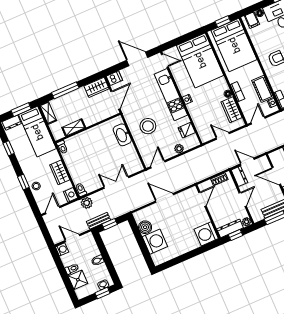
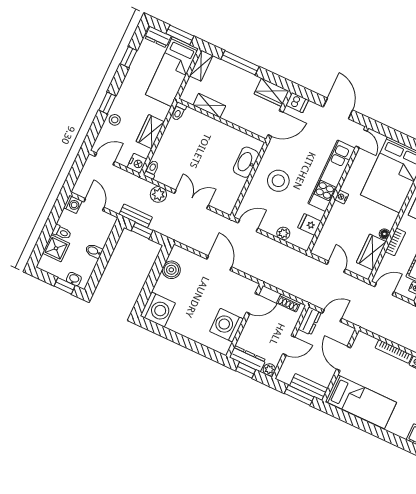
door: (247, 162) -> (332, 316), hinge flipped
plant: (87, 203) -> (158, 194), moved
washing machine: (206, 234) -> (227, 325), moved
washing machine: (155, 242) -> (158, 309), moved

